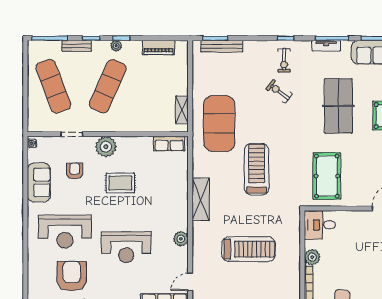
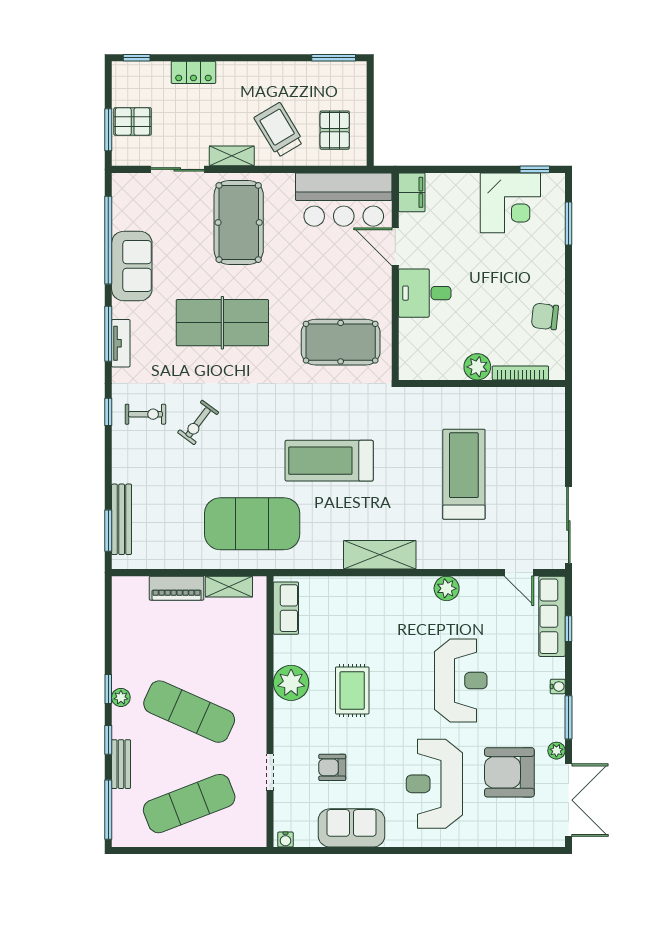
piano: (158, 47) -> (177, 588), moved, turned 90
plant: (106, 147) -> (291, 683), moved
desk: (320, 225) -> (425, 293), moved, turned 90
reception desk: (65, 232) -> (434, 784), turned 180

